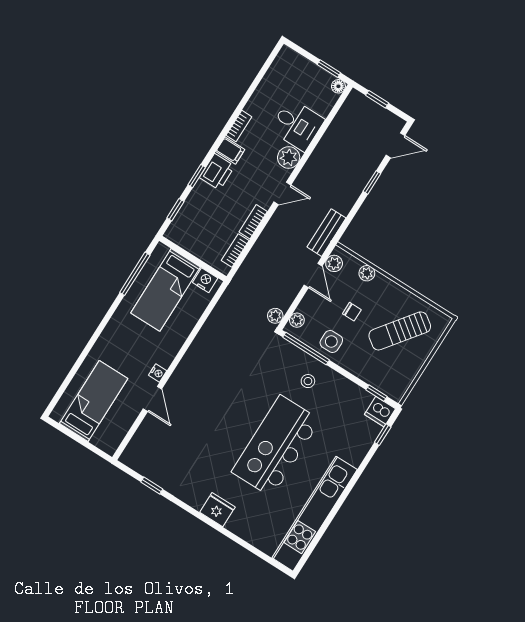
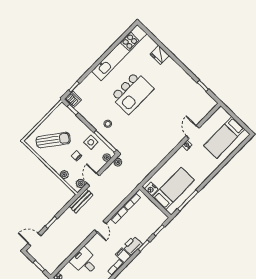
plant: (289, 157) -> (93, 245), removed
door: (282, 193) -> (100, 227), swing flipped
kitchen island: (276, 446) -> (132, 93), width x0.73
fridge: (217, 510) -> (160, 55), moved

